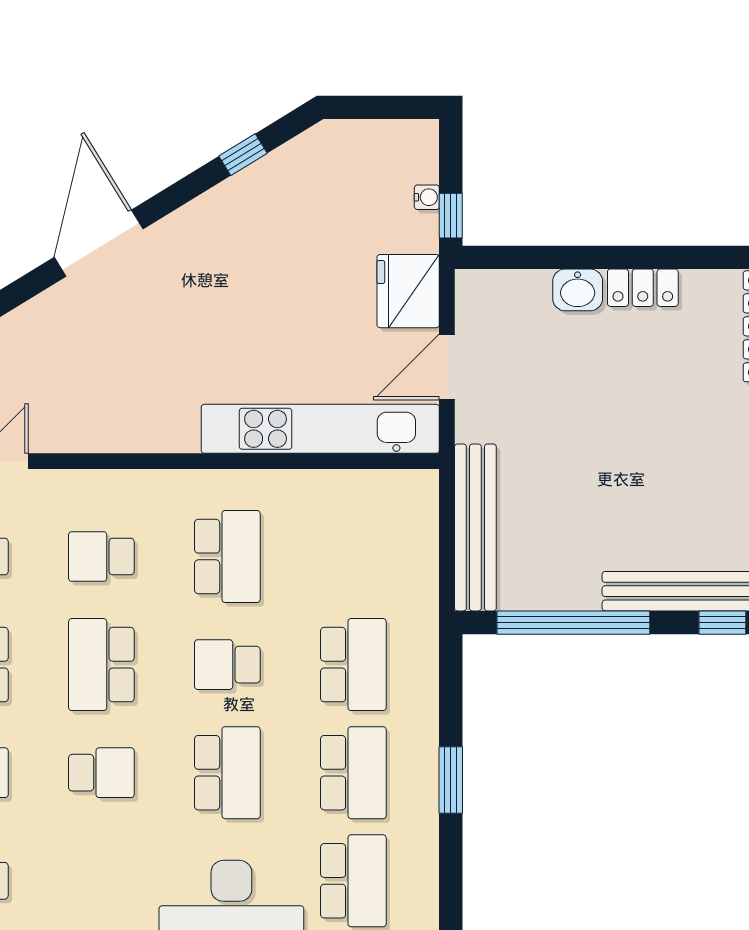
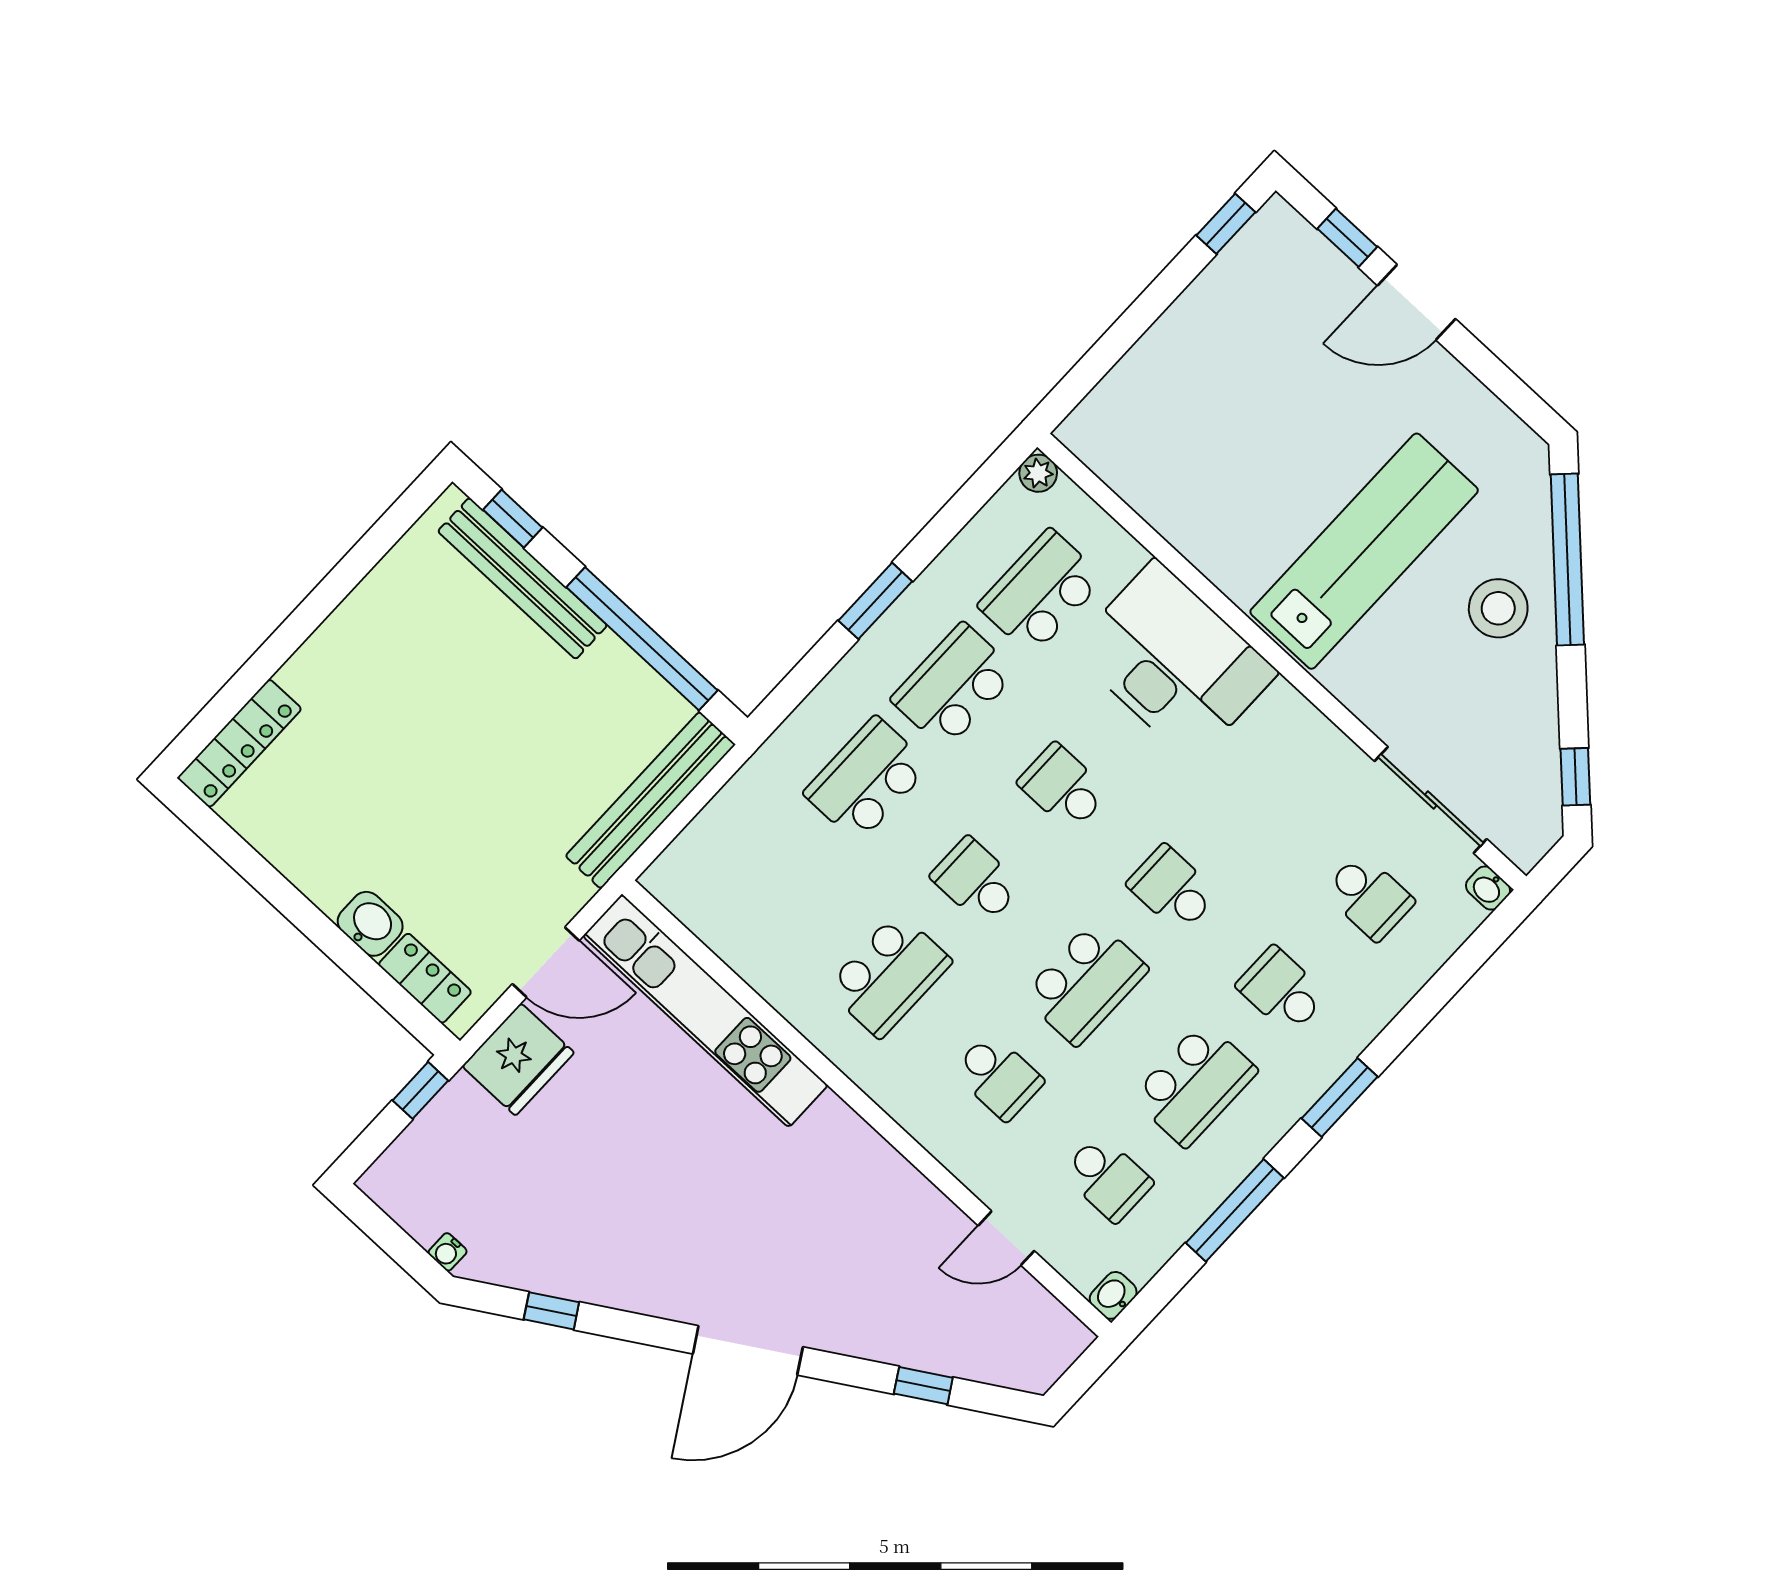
water cooler: (427, 197) -> (448, 1252), moved, turned -90
locker: (643, 288) -> (425, 978), moved
school desk: (227, 556) -> (889, 975), turned 180
school desk: (227, 665) -> (976, 881), turned 180
school desk: (227, 773) -> (1063, 787), width x0.54

